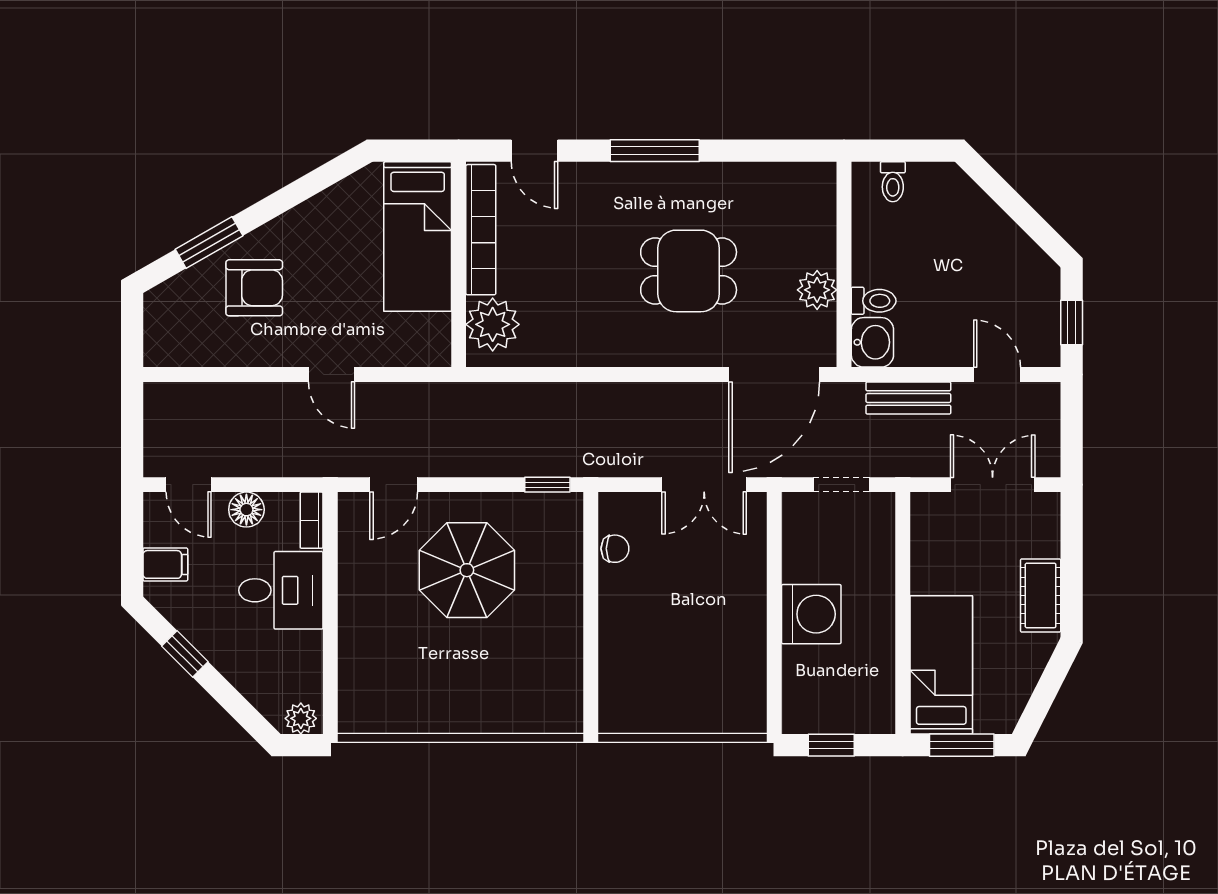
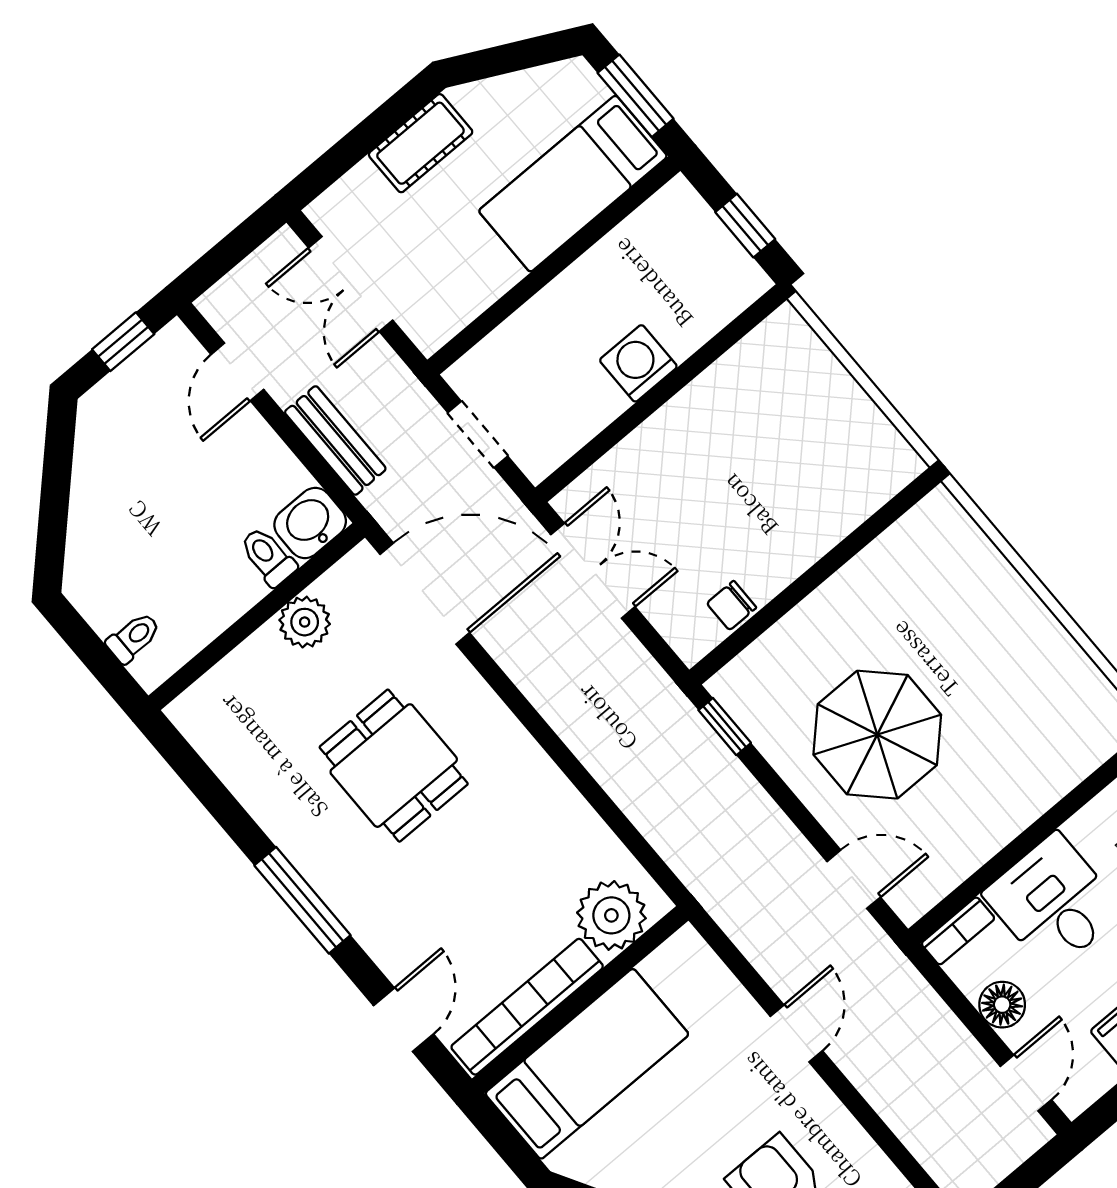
chair: (615, 549) -> (732, 605), turned -90
washing machine: (811, 614) -> (638, 363), width x0.73, depth x0.73

